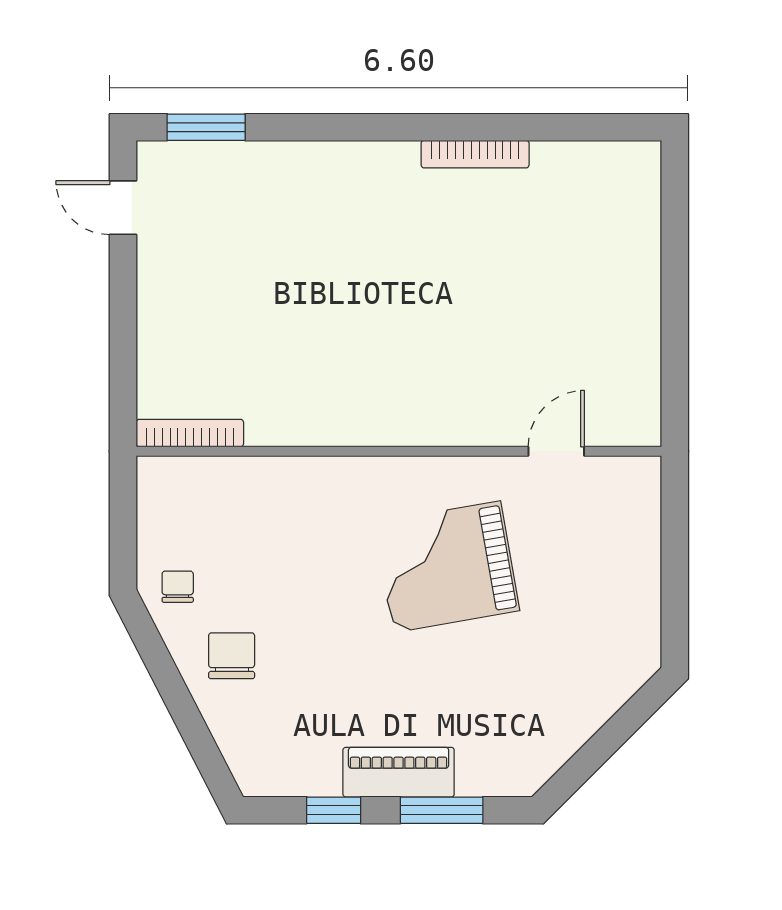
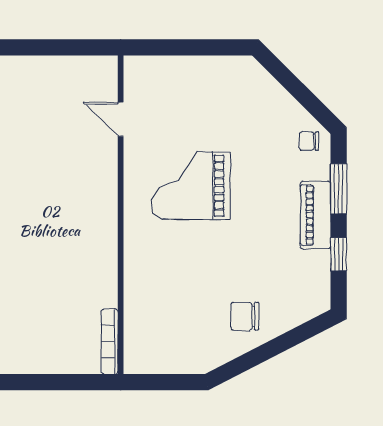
grand piano: (447, 567) -> (191, 186), turned 100
chair: (178, 587) -> (309, 141), moved

